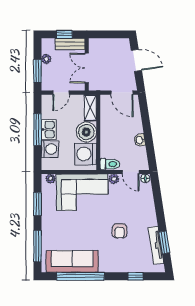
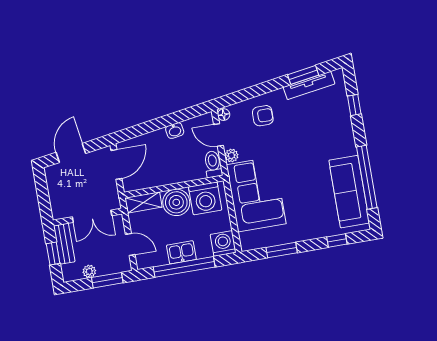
window: (37, 130) -> (184, 267), width x1.46
washing machine: (50, 149) -> (223, 244), moved
door: (131, 172) -> (219, 135), swing flipped
plant: (51, 179) -> (245, 239), removed
armchair: (120, 231) -> (263, 116), moved
window: (37, 246) -> (337, 241), width x0.46

